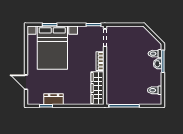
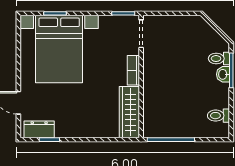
dresser: (54, 99) -> (39, 129), moved

